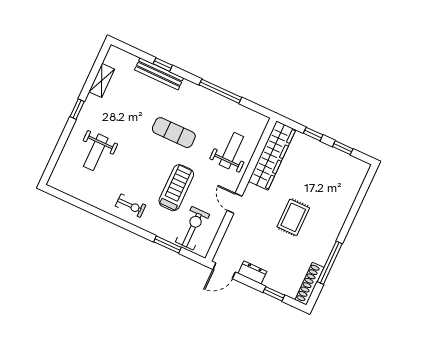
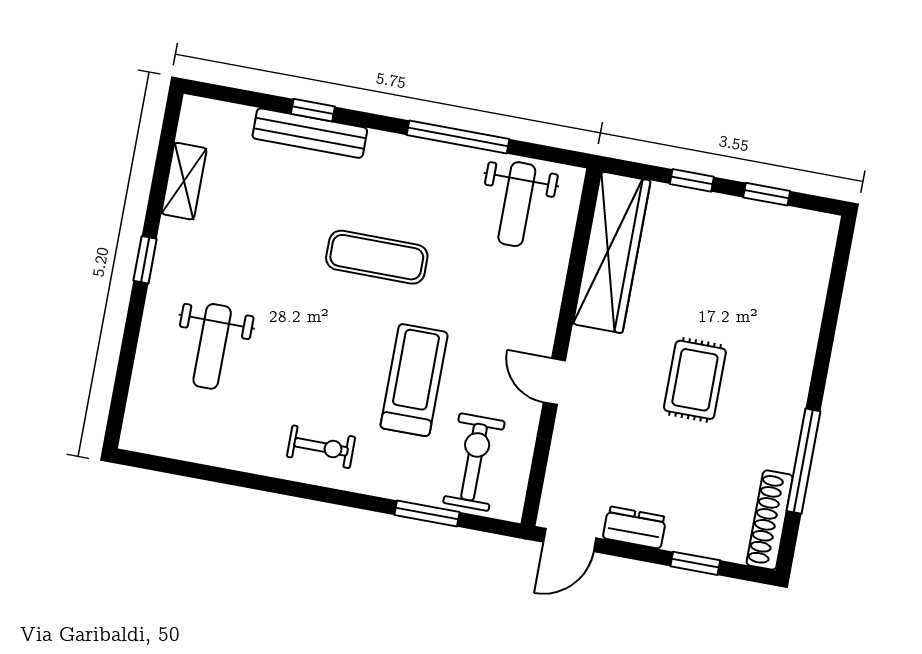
weight bench: (231, 151) -> (517, 204), moved, turned 180

